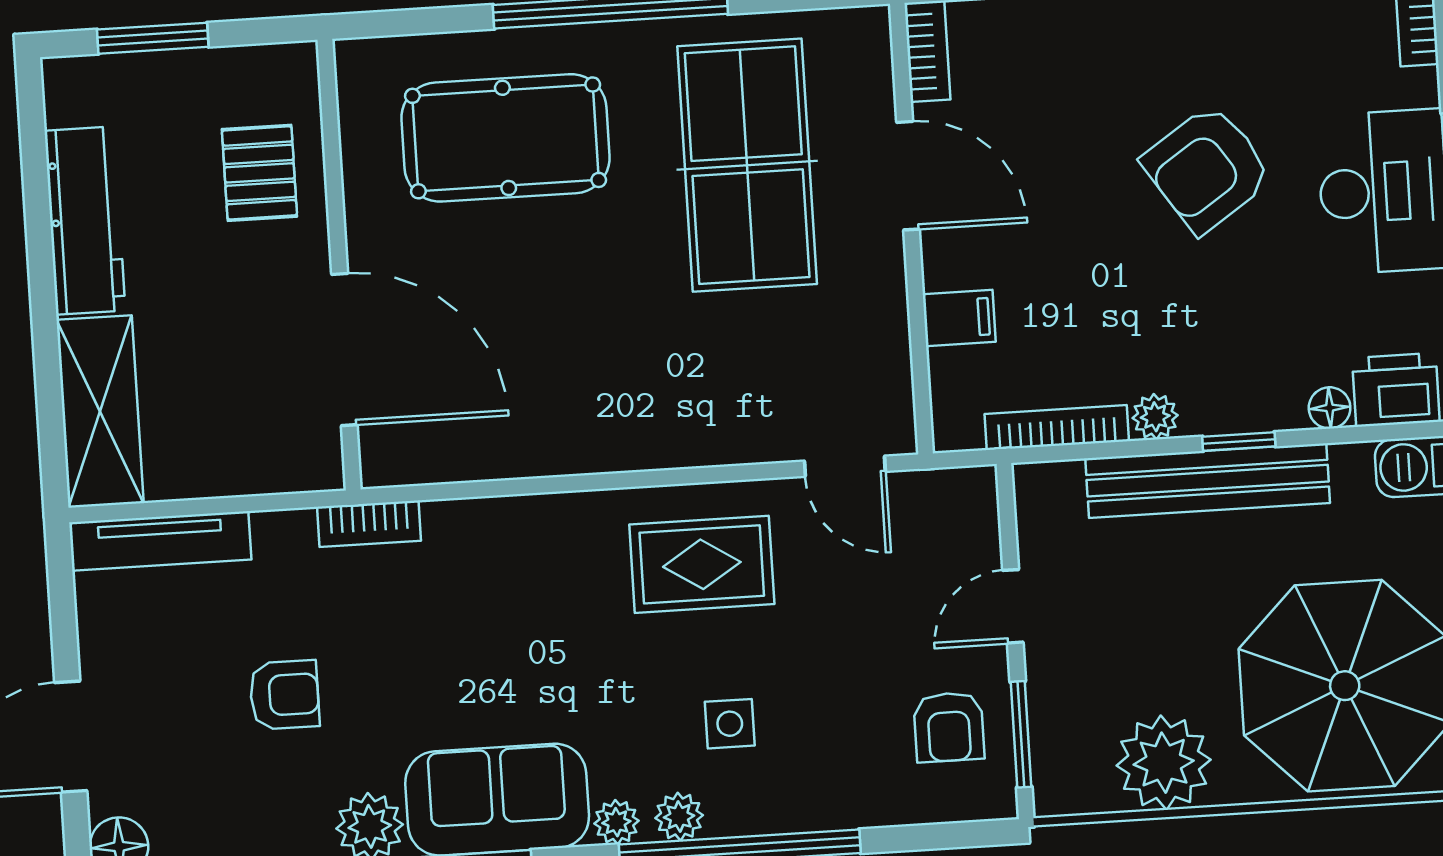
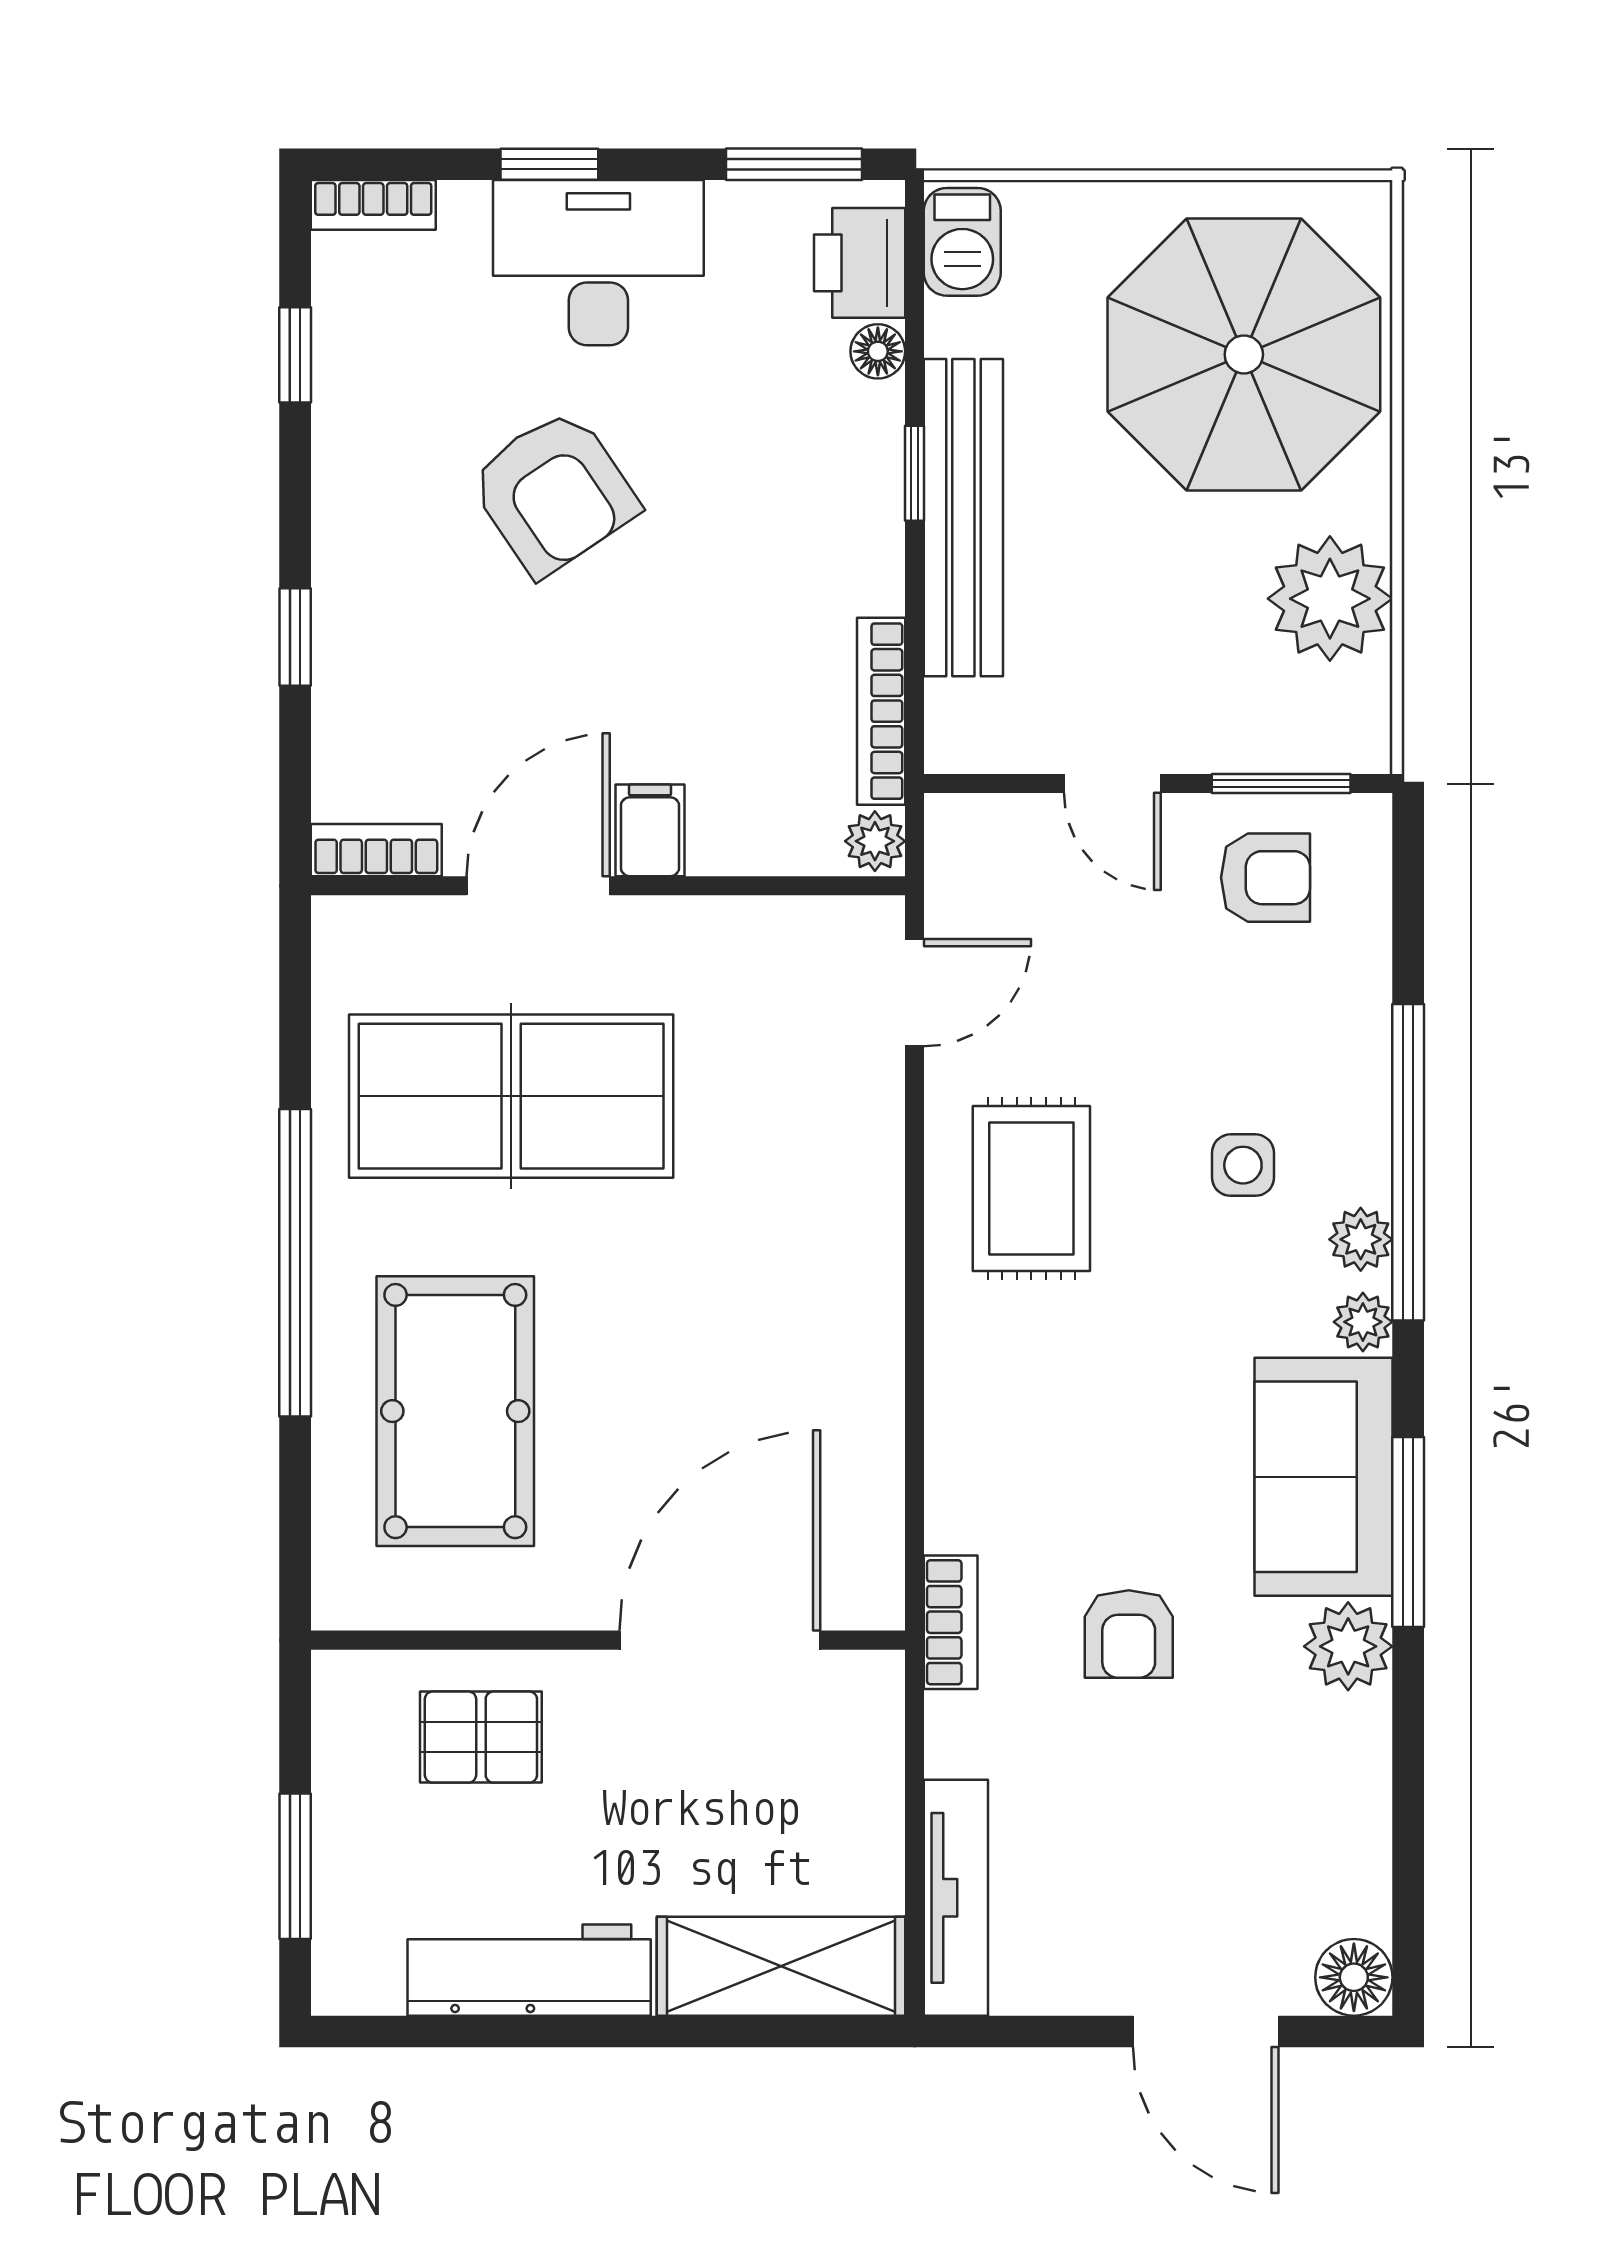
filing cabinet: (959, 318) -> (650, 830), moved
plant: (1155, 417) -> (875, 841), moved
armchair: (284, 695) -> (1129, 1634), moved, turned 180

